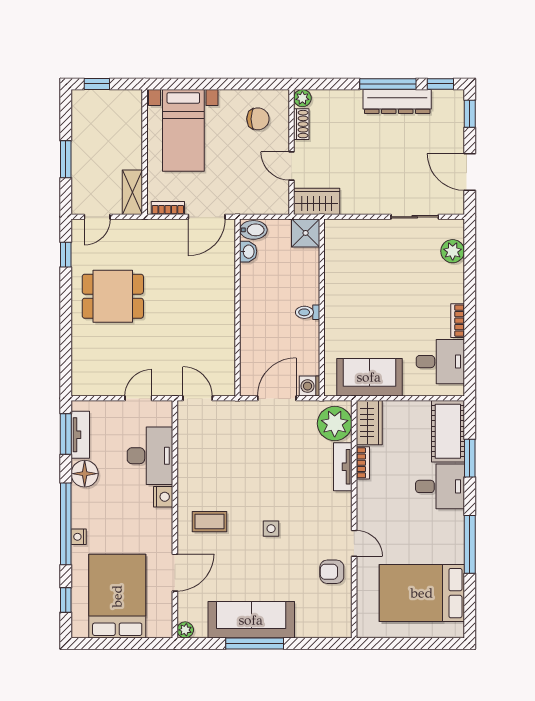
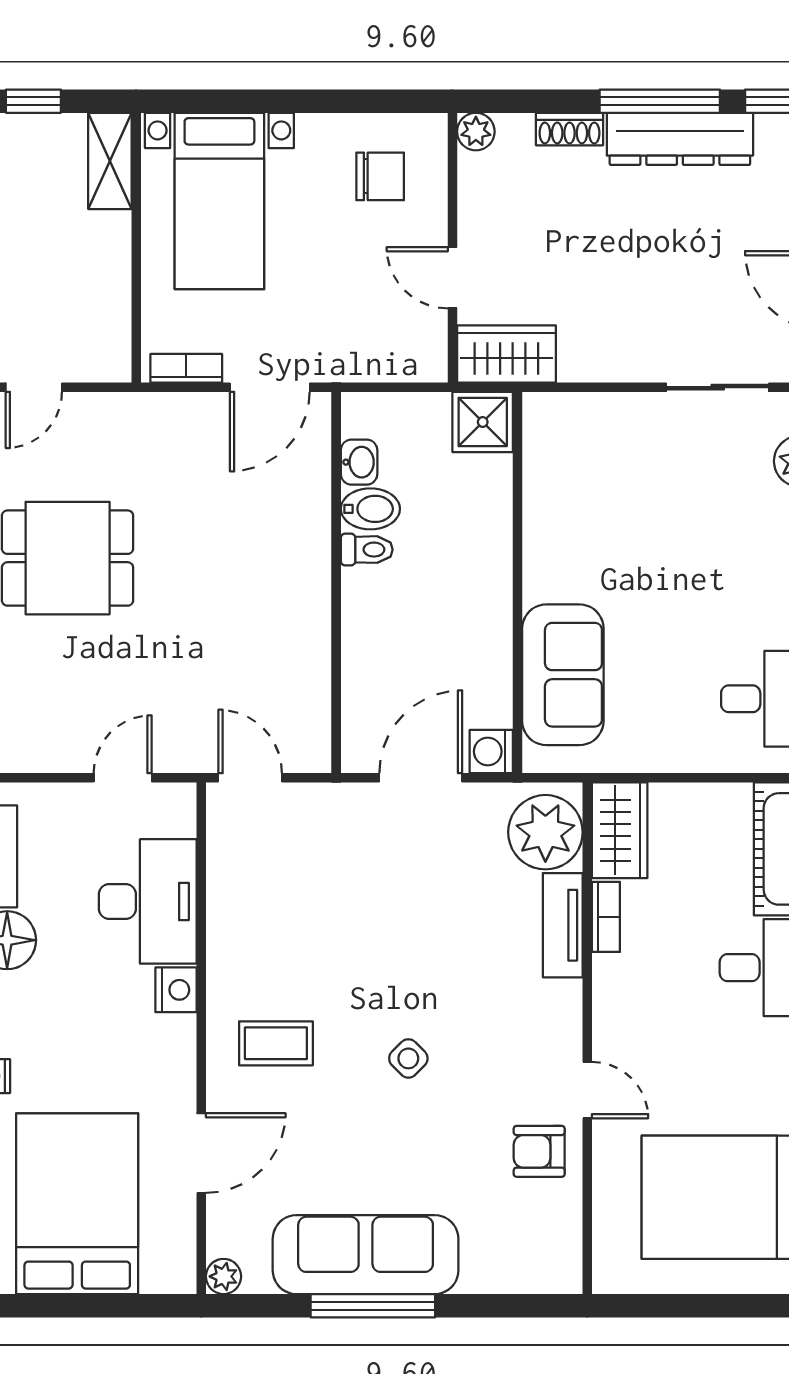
shoe rack: (301, 124) -> (570, 129), moved, turned 90
shelving: (132, 192) -> (110, 161), moved
bidet: (253, 230) -> (370, 509), moved
toilet: (308, 312) -> (367, 550), moved, turned 180
sofa: (369, 377) -> (563, 675), moved, turned 90
side table: (271, 529) -> (408, 1058), turned 45

